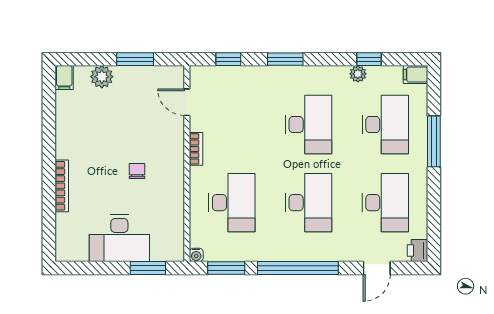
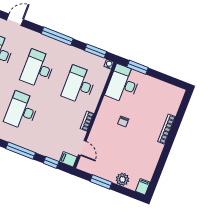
window: (285, 59) -> (21, 151), width x1.44
filing cabinet: (202, 75) -> (68, 159), added
desk: (119, 238) -> (123, 84), moved, turned -90
window: (298, 268) -> (57, 36), width x0.68

